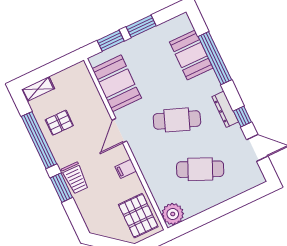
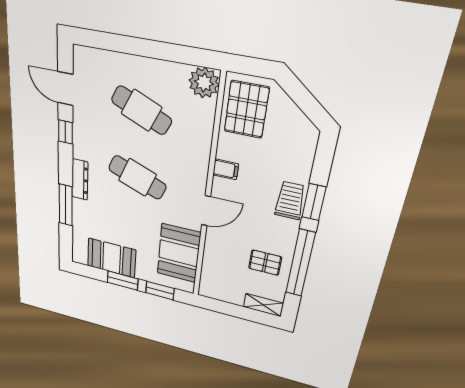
booth: (191, 55) -> (112, 258), moved, turned 90
window: (215, 58) -> (66, 205), width x0.68
dresser: (225, 109) -> (80, 180), moved

